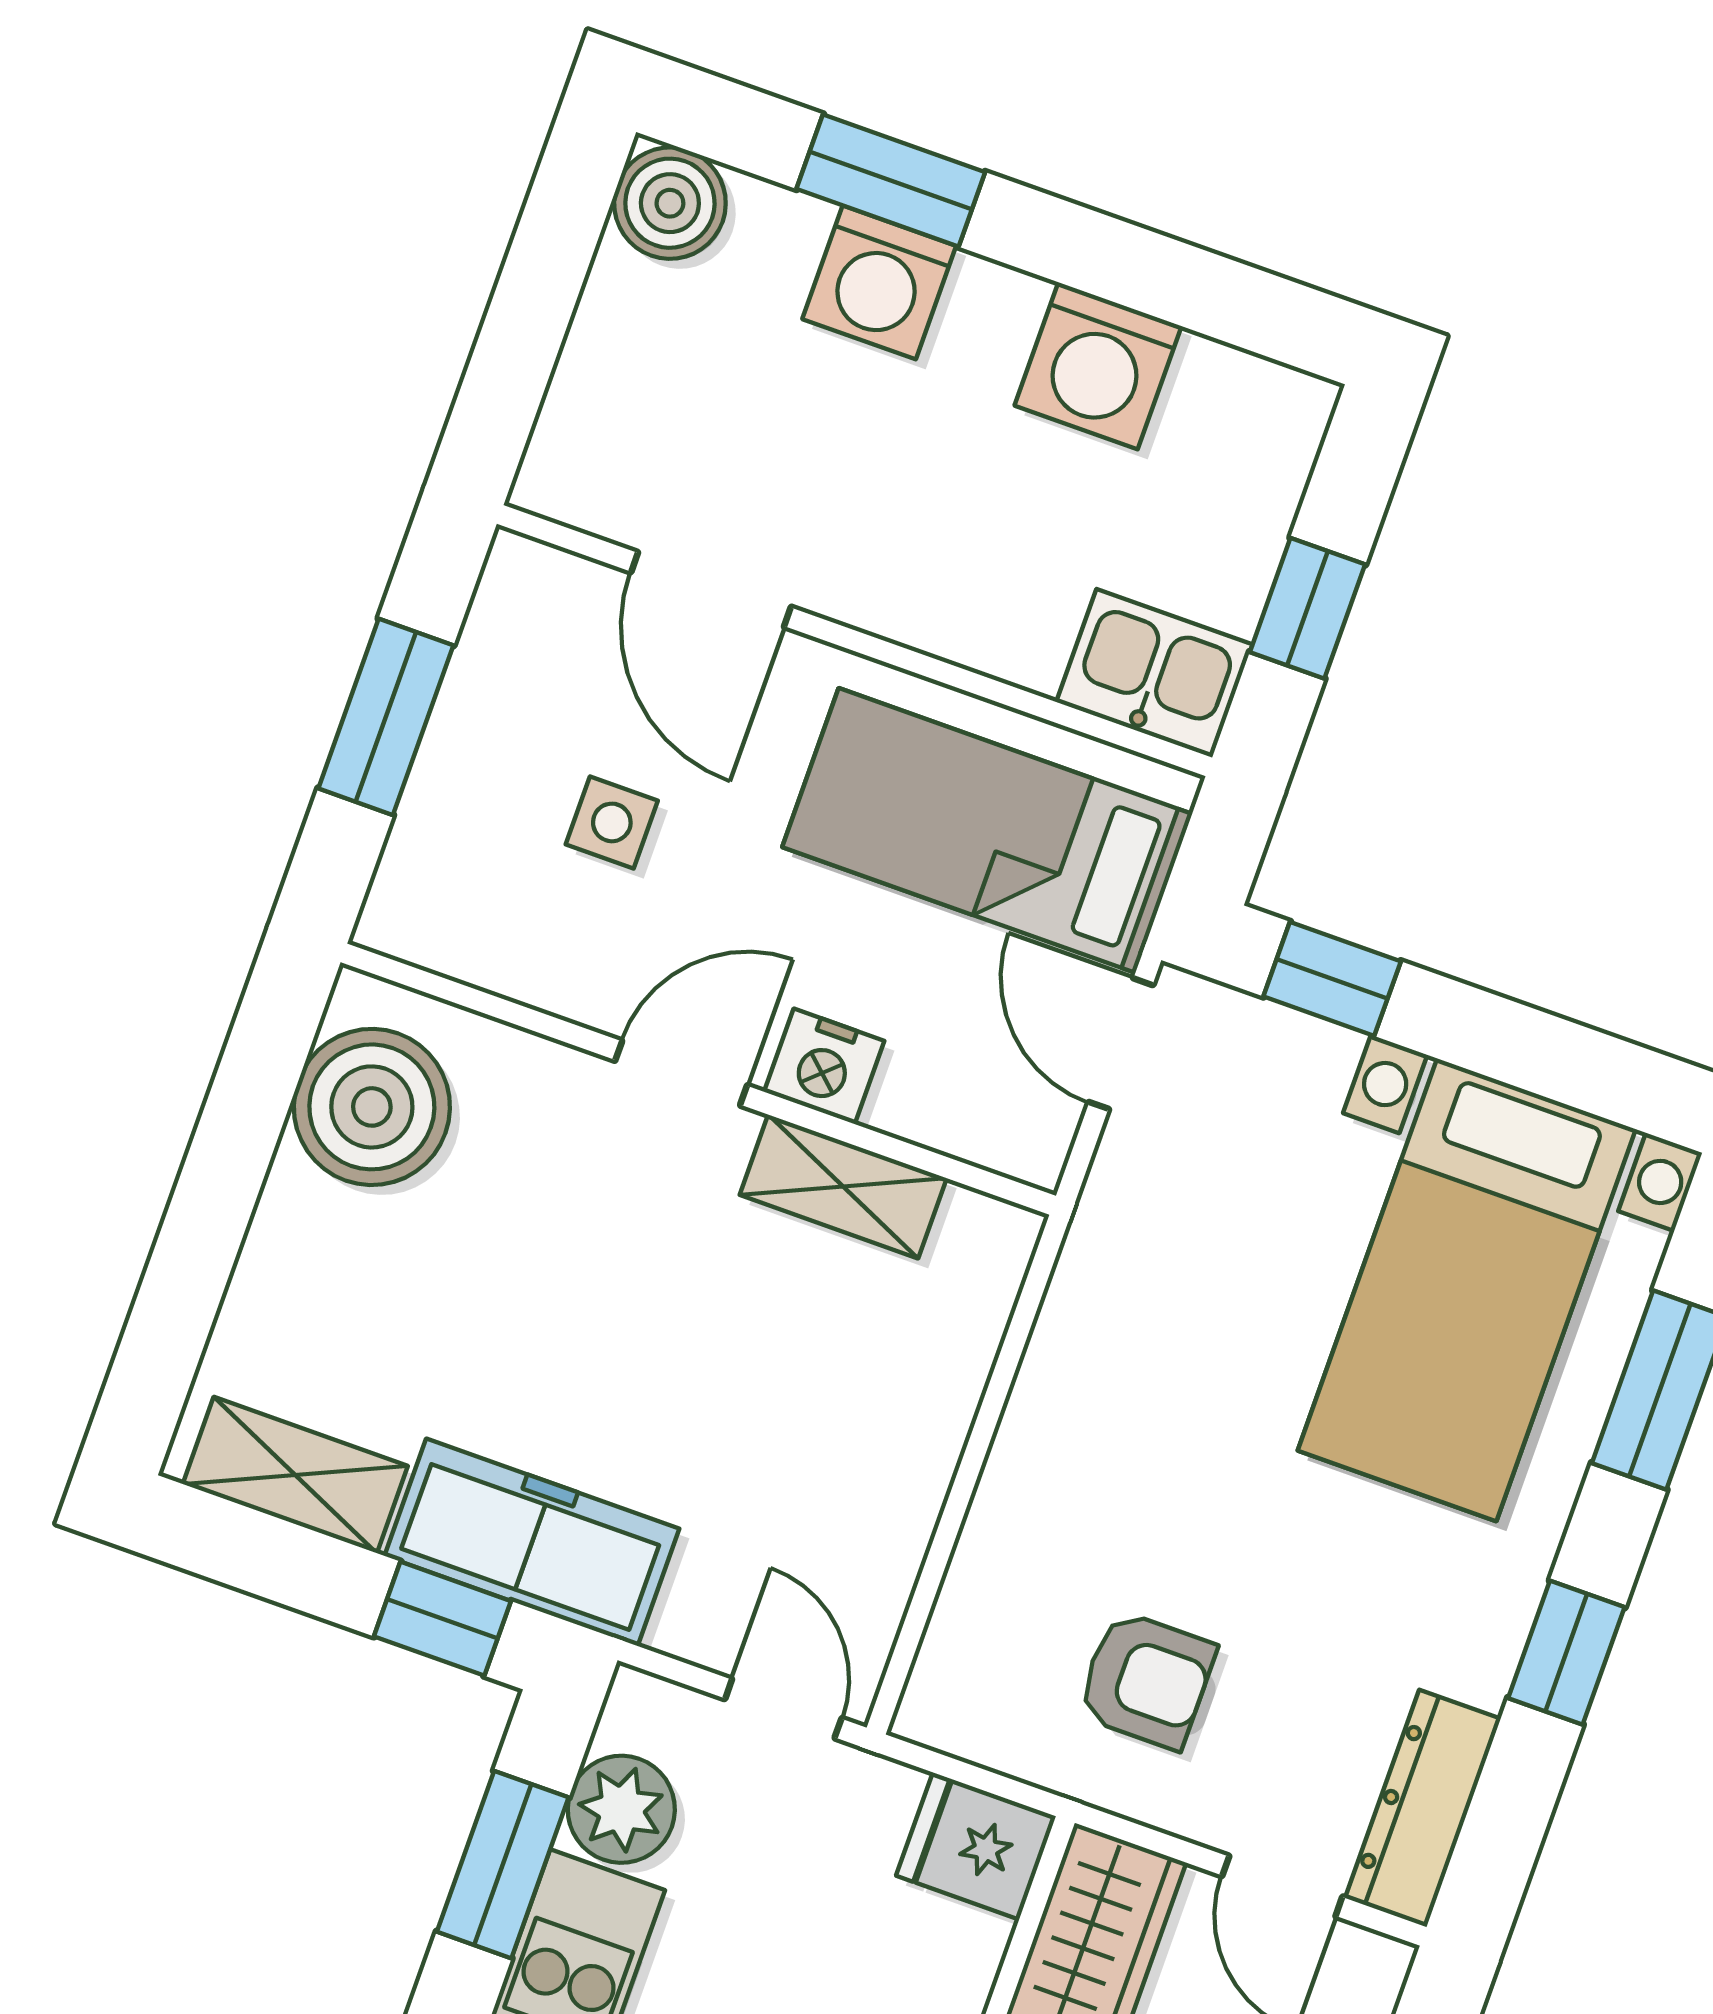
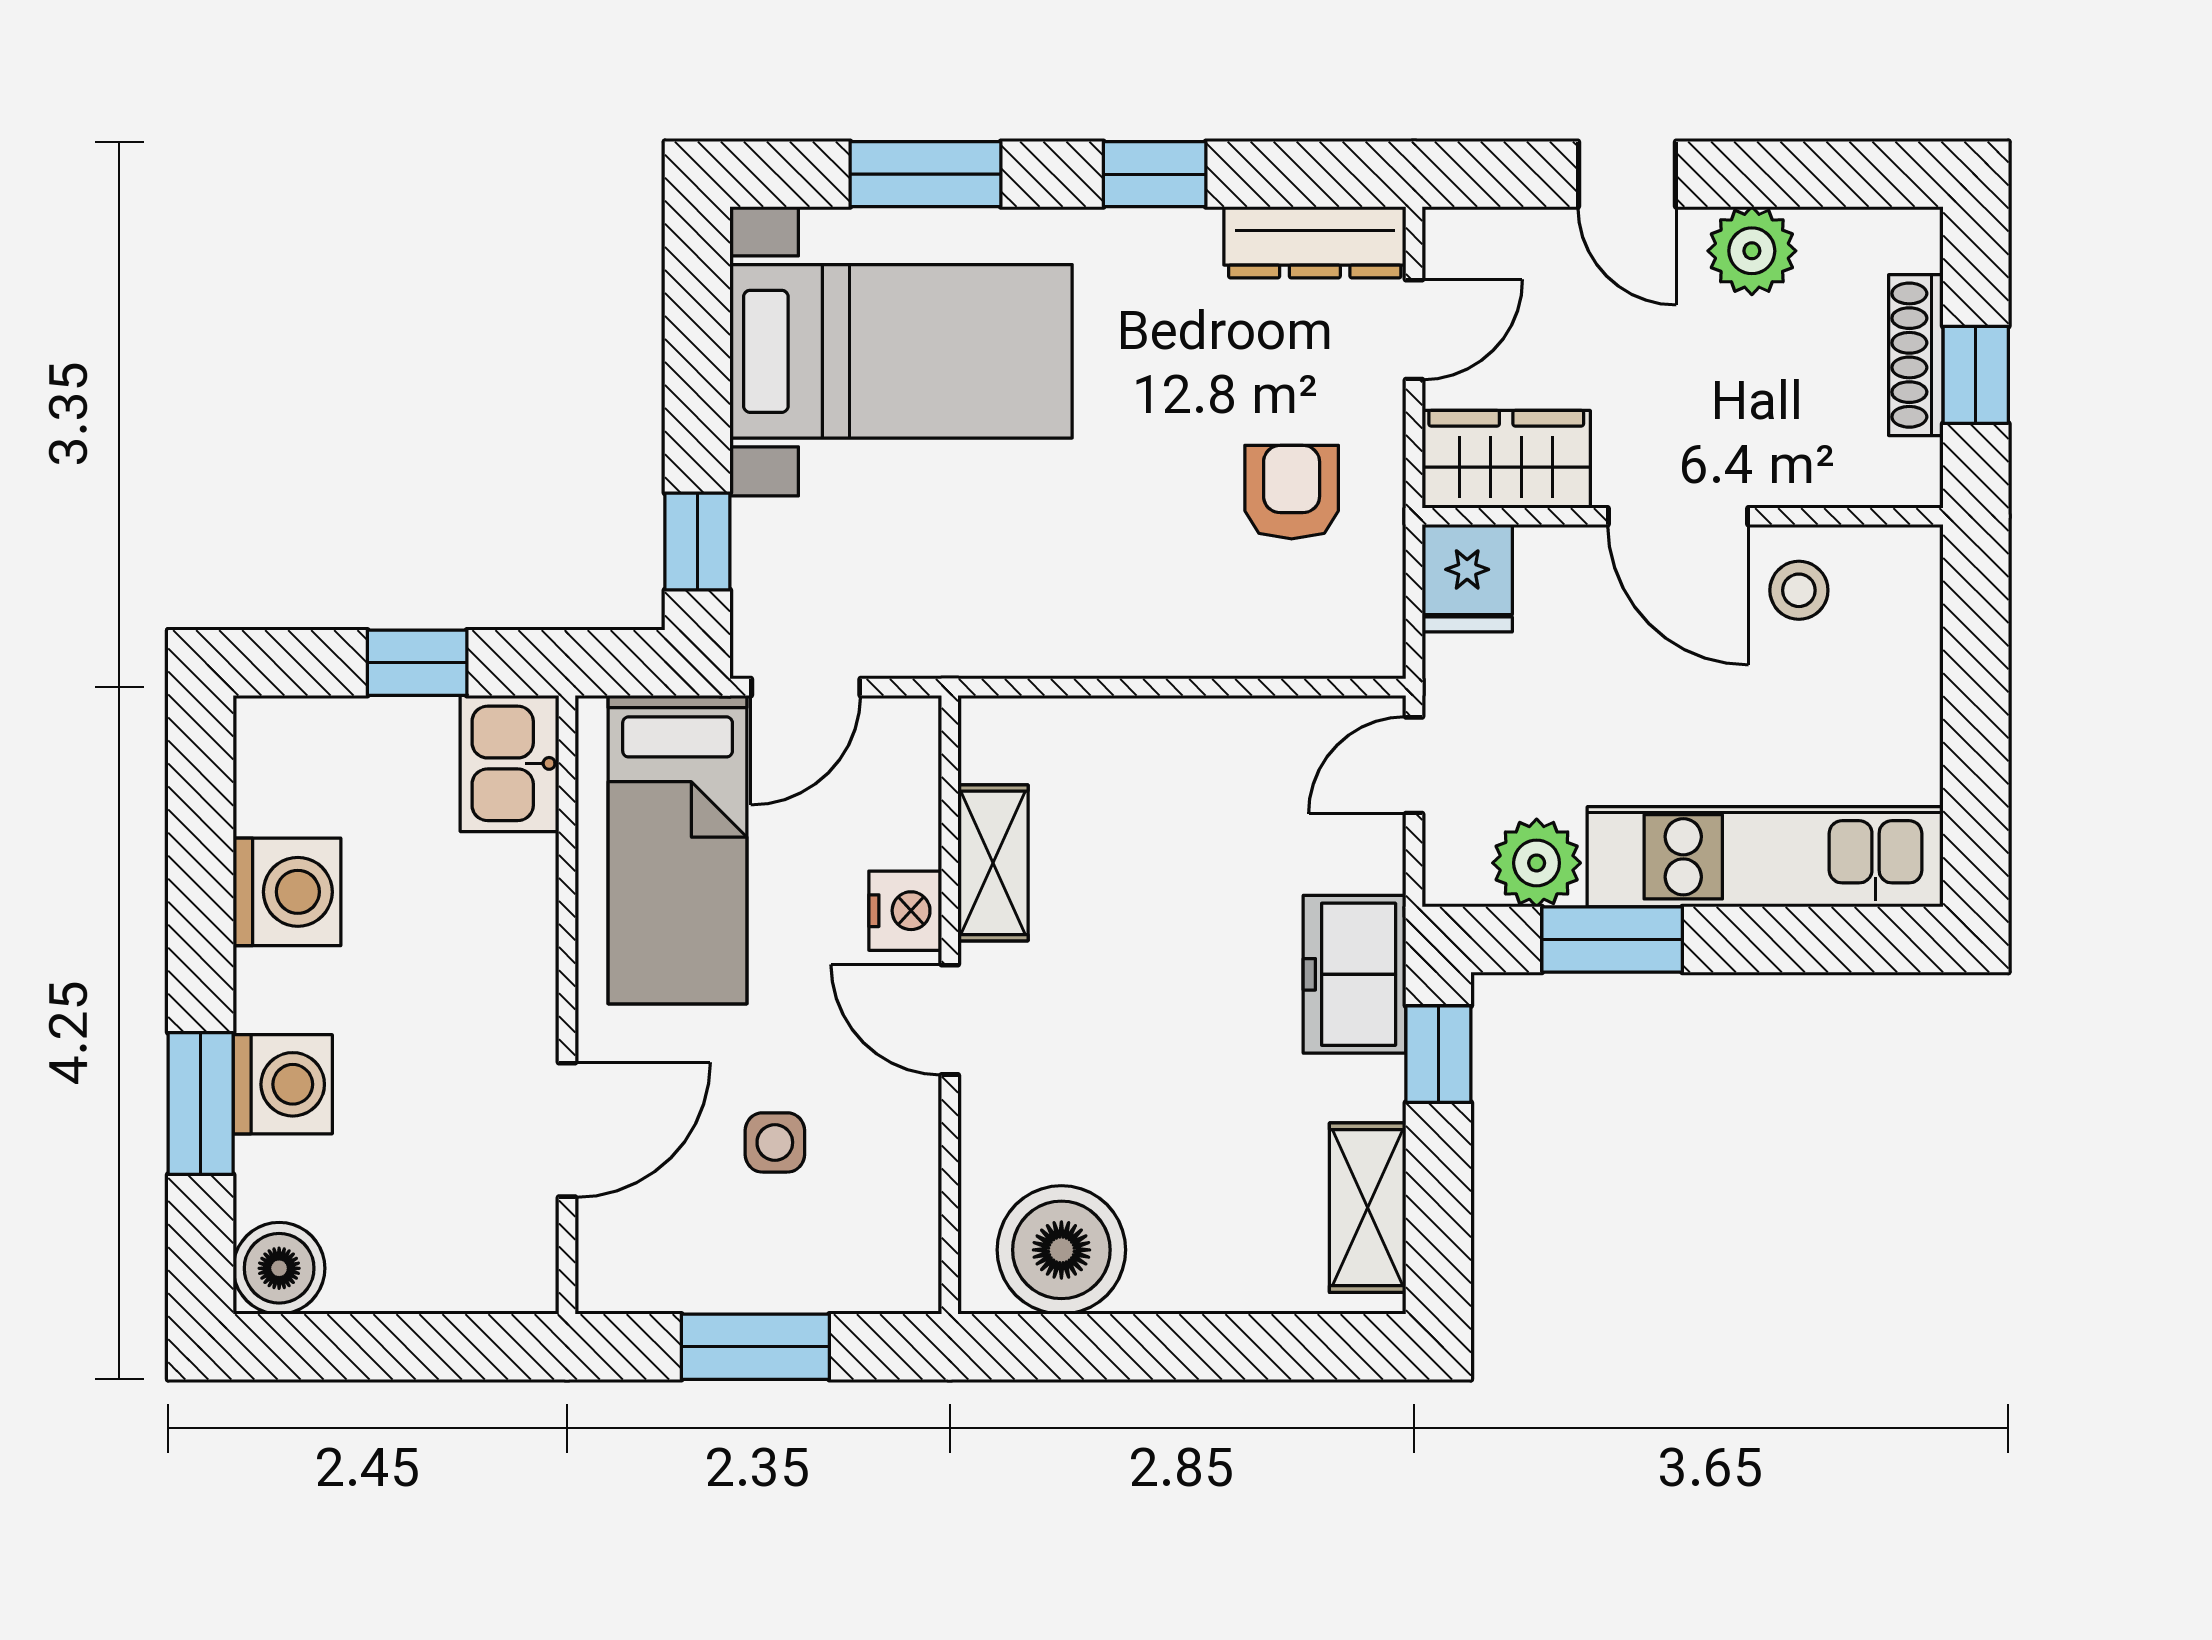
freezer: (532, 1542) -> (1354, 974), width x0.71

